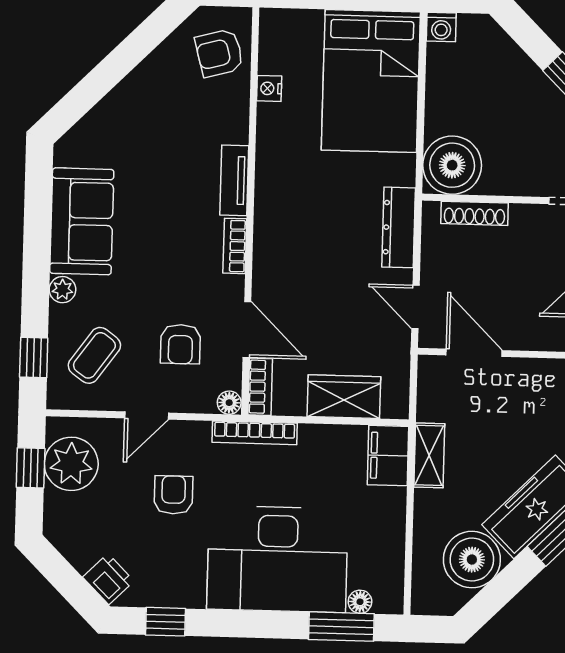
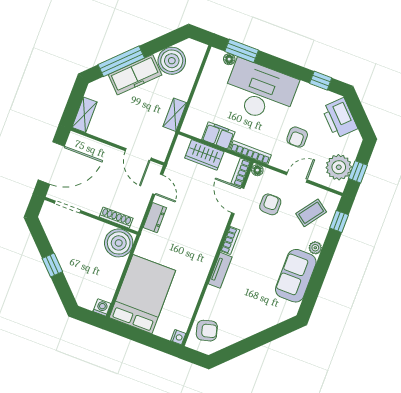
nightstand: (269, 88) -> (178, 337), moved
dresser: (399, 227) -> (155, 218), width x0.70
filing cabinet: (388, 456) -> (218, 136), moved, turned -90
printer: (108, 579) -> (340, 118), width x1.87, depth x1.48

